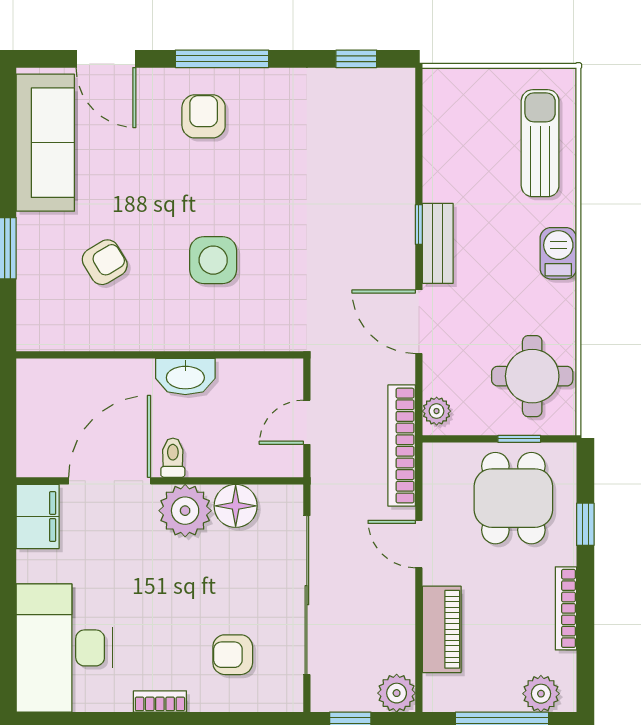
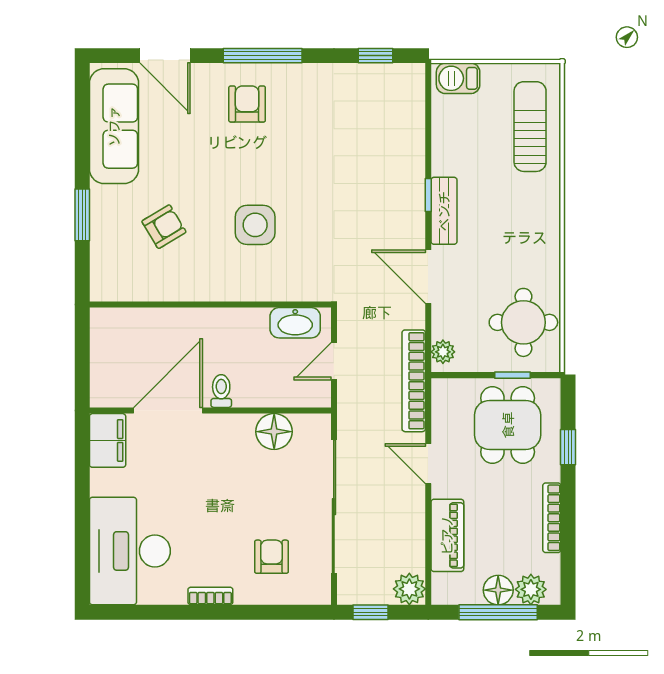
barbecue: (558, 253) -> (458, 78), moved, turned -90
washbasin: (185, 376) -> (295, 323), moved
plant: (185, 511) -> (232, 436), removed
armchair: (233, 655) -> (272, 557), turned 90
floor lamp: (502, 694) -> (498, 590), added

